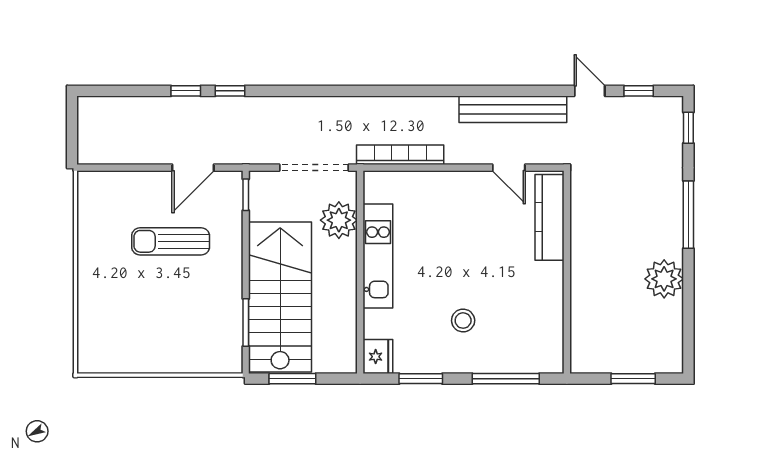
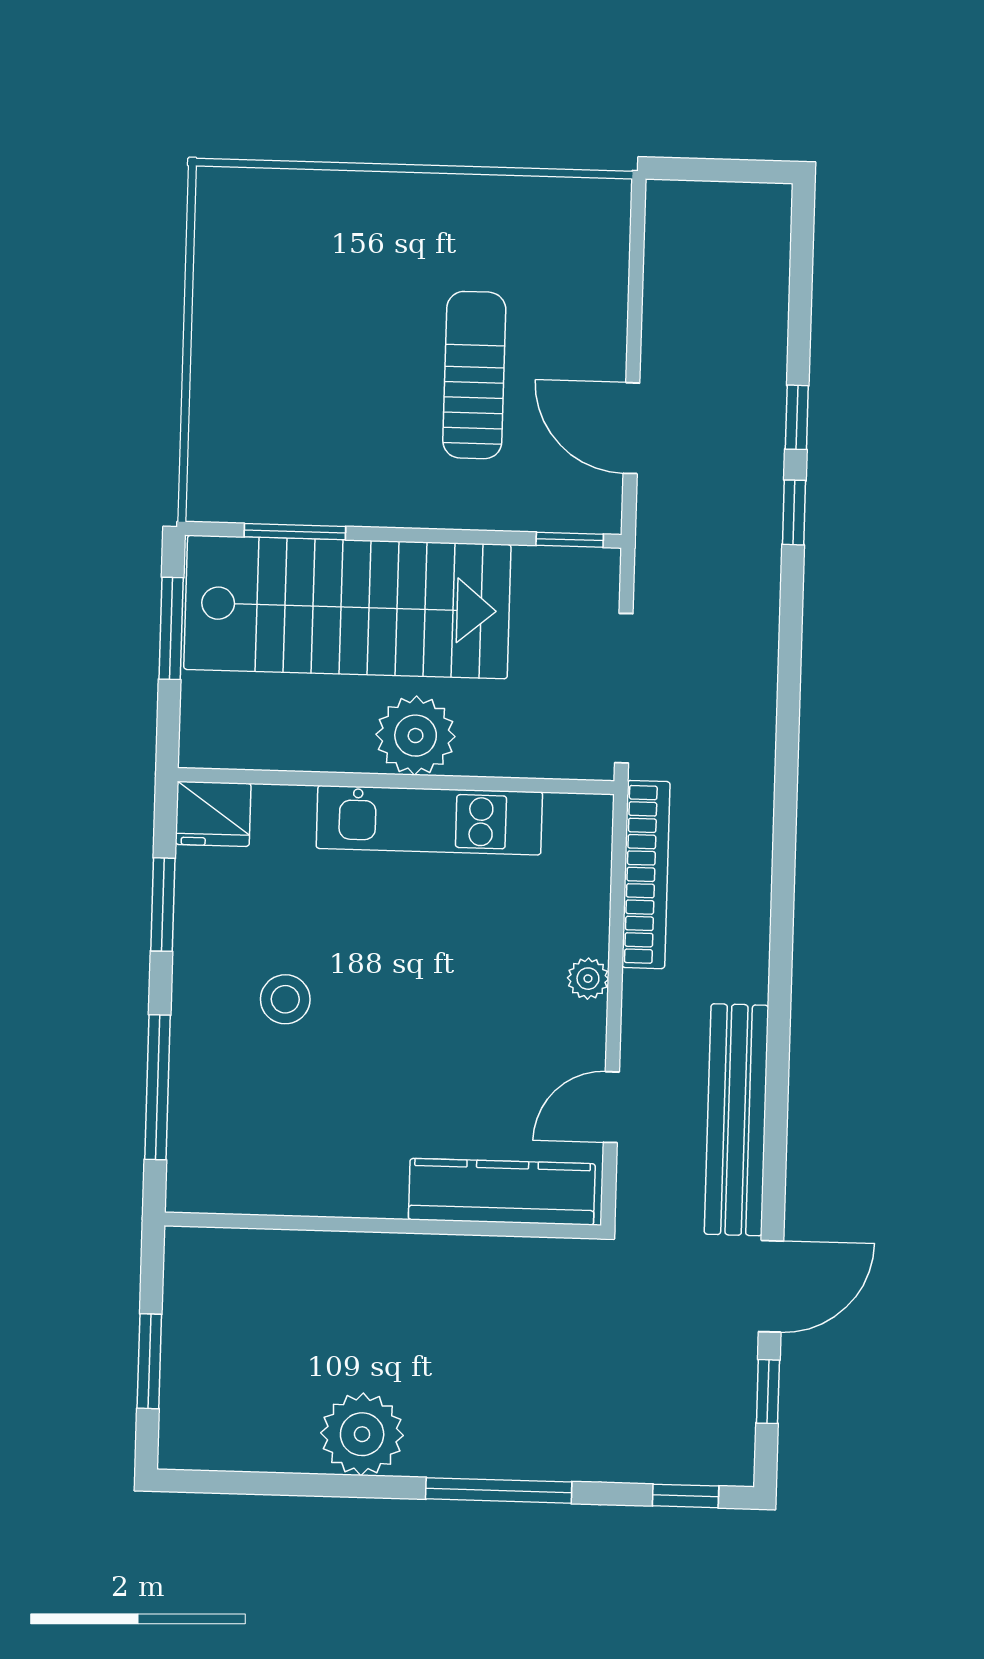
door: (590, 91) -> (771, 1286), width x1.38
plant: (449, 180) -> (588, 979), added
plant: (339, 220) -> (416, 736), moved

